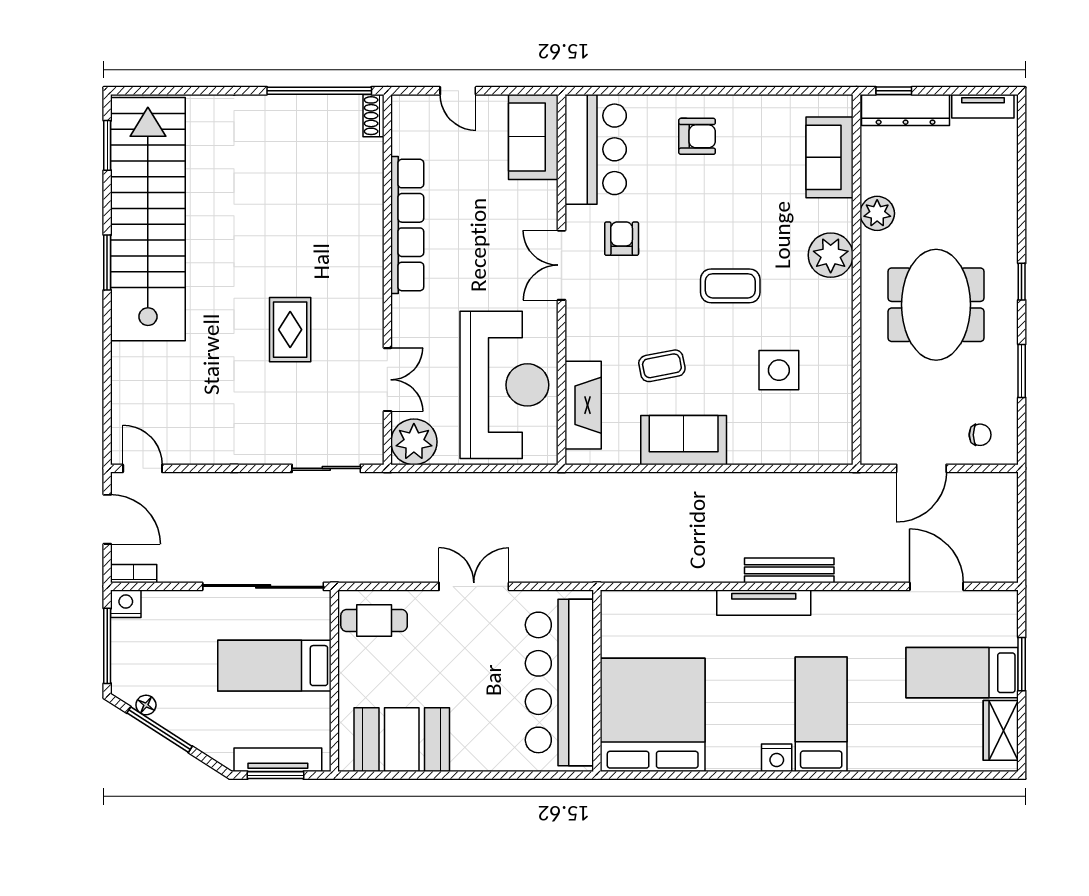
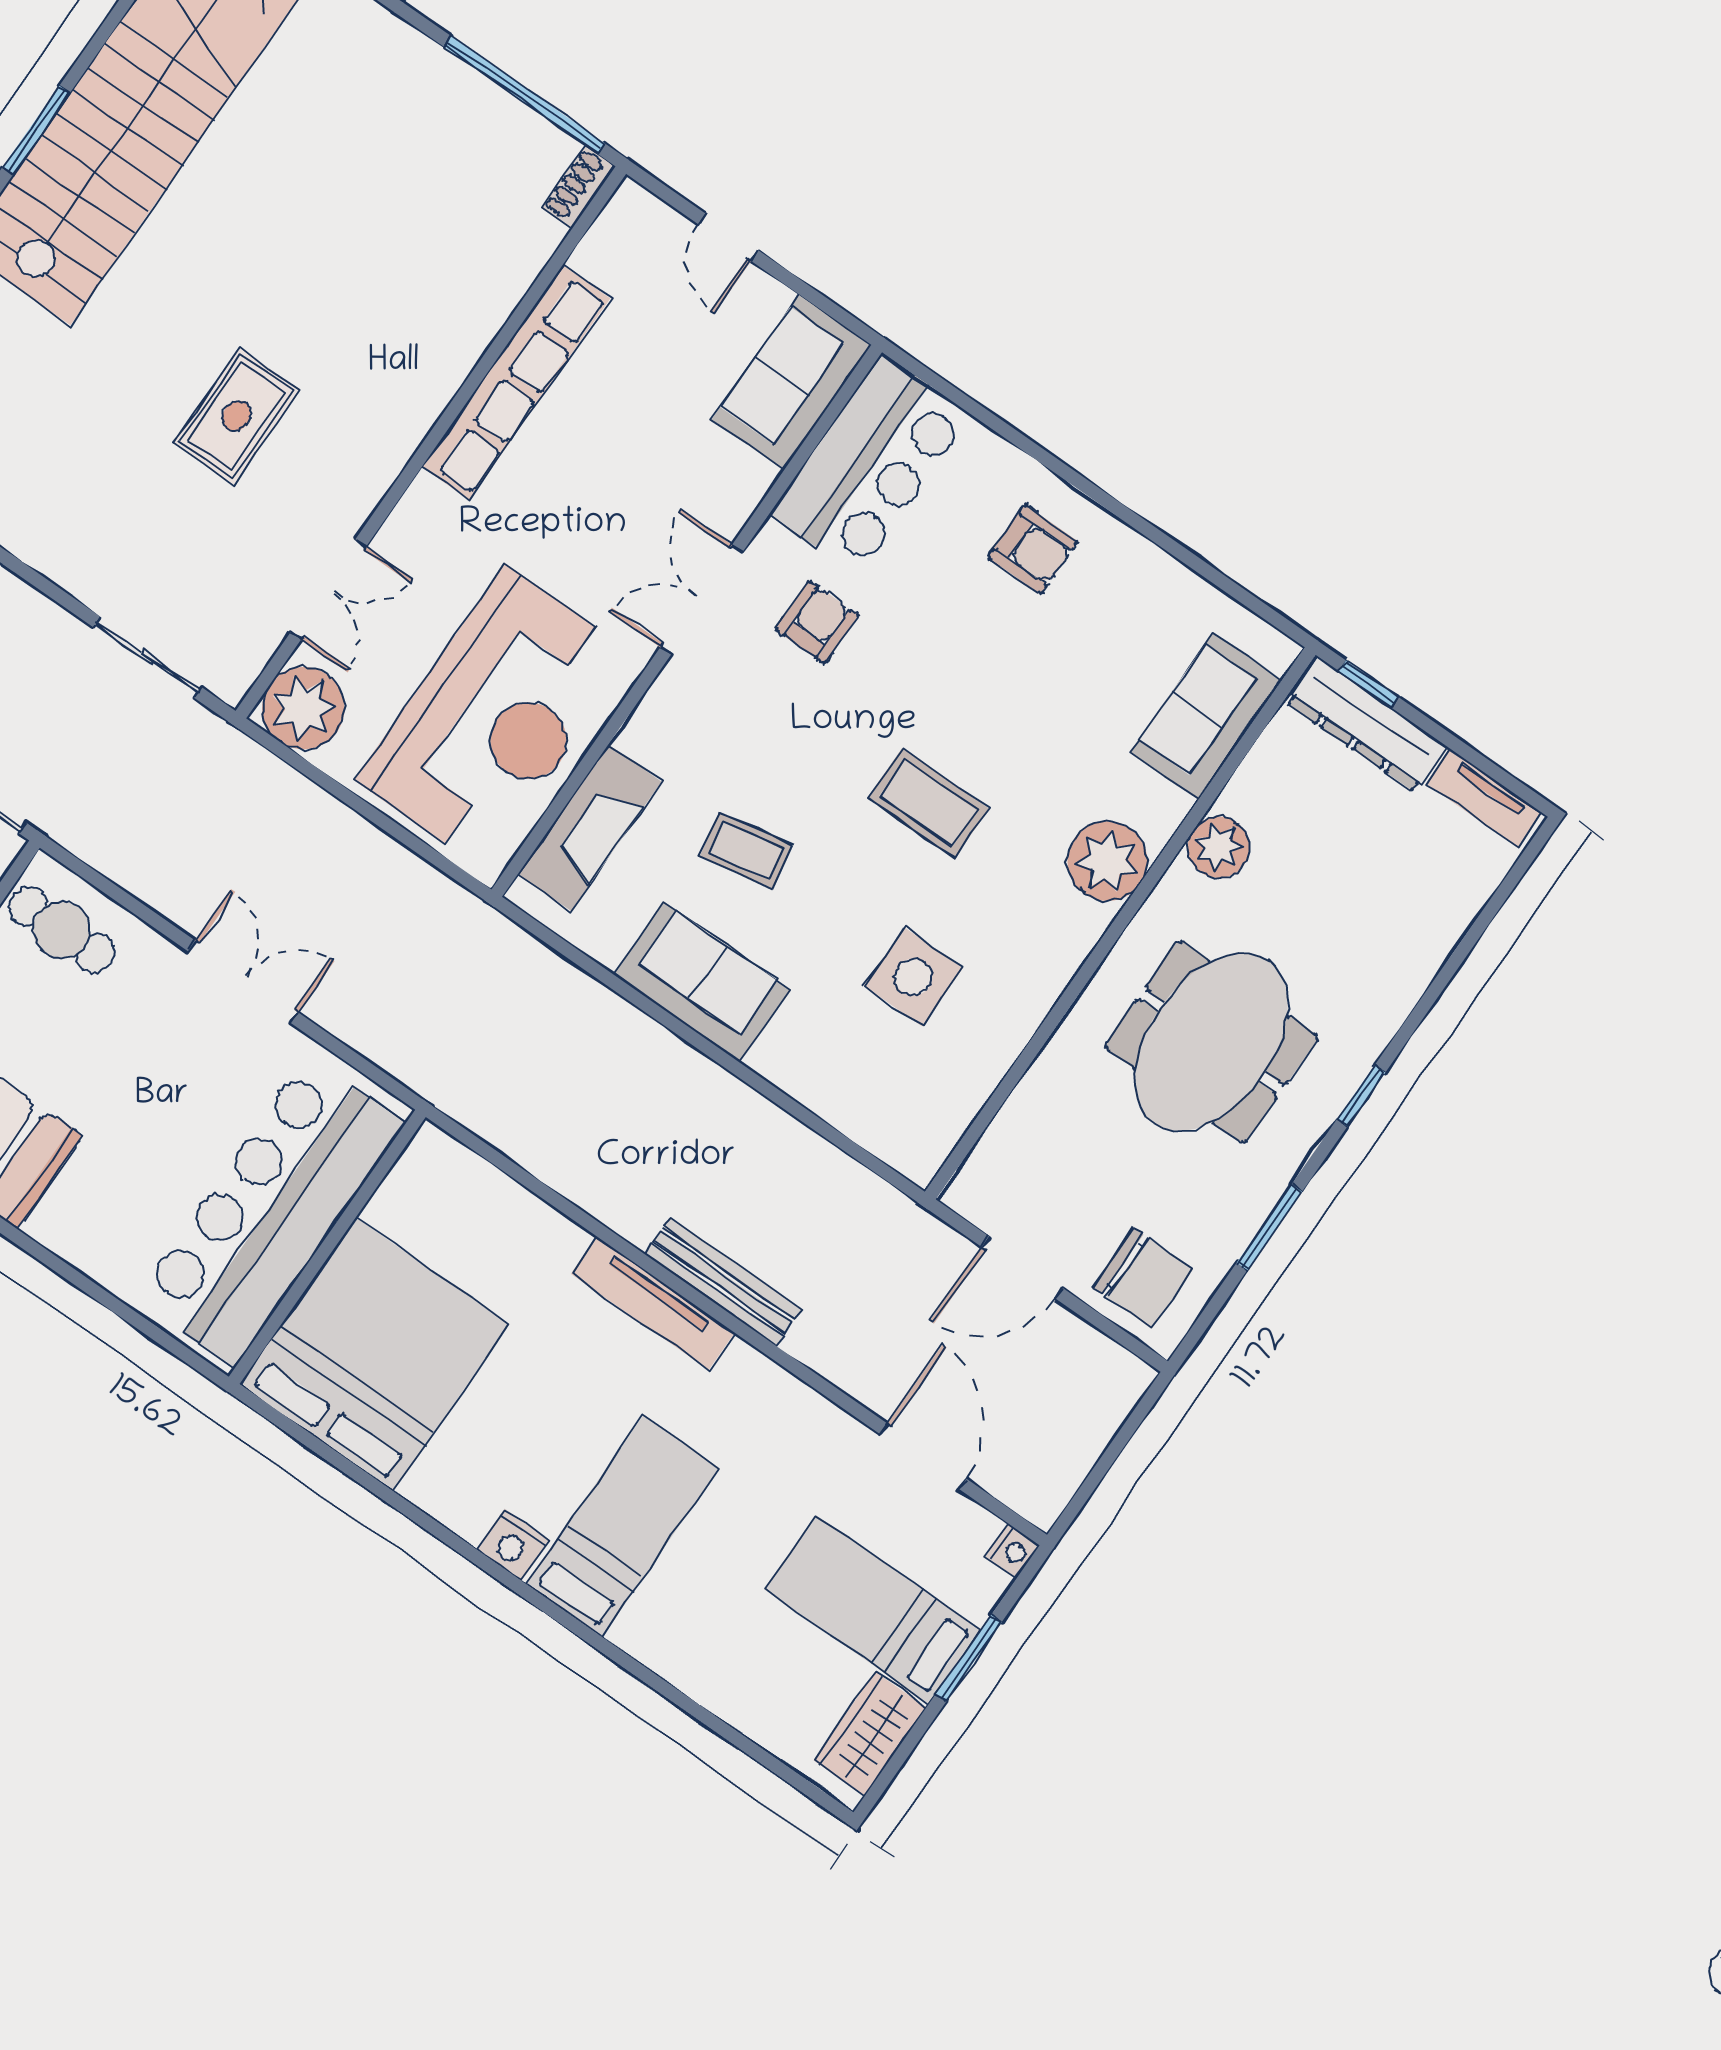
chair: (980, 435) -> (1143, 1278), width x1.87, depth x1.87
nightstand: (1008, 601) -> (1013, 1551), added

